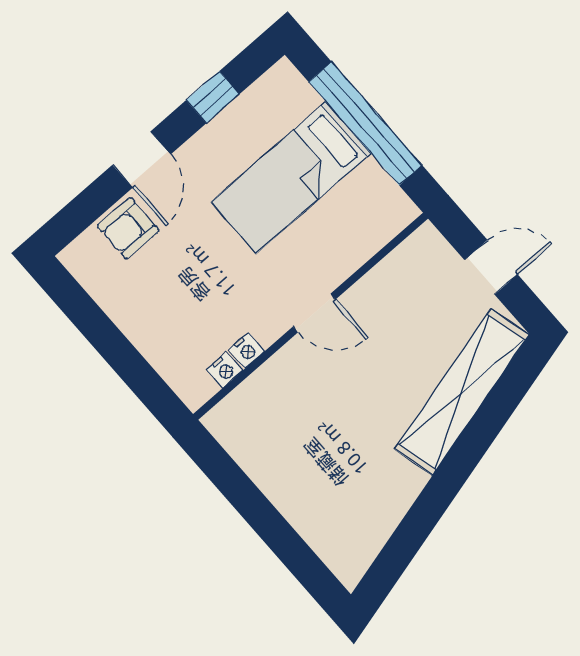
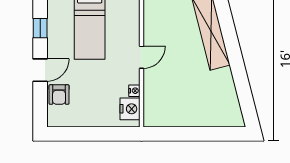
door: (142, 160) -> (40, 70), hinge flipped
nightstand: (225, 370) -> (130, 109), width x1.89, depth x1.79

